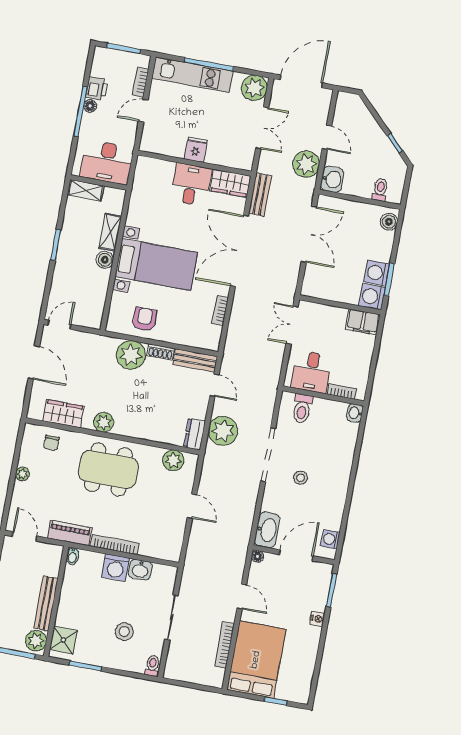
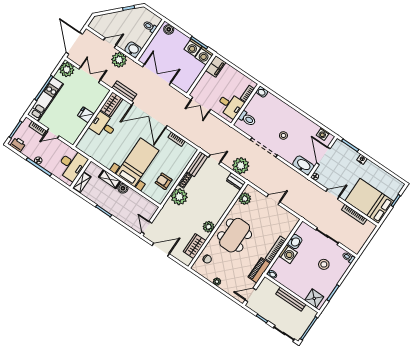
printer: (97, 88) -> (18, 144), moved
door: (143, 111) -> (53, 133), hinge flipped
plant: (36, 641) -> (308, 313), removed

